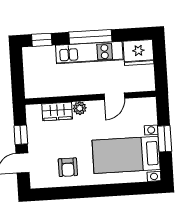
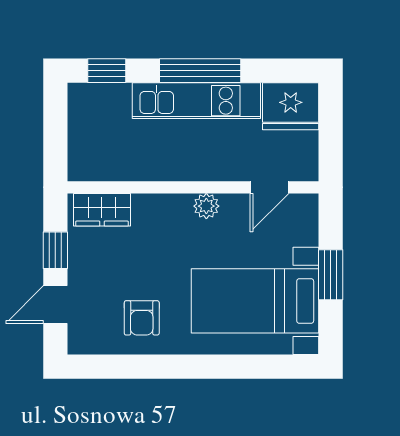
door: (114, 96) -> (270, 187), moved
plant: (80, 108) -> (206, 206), moved
wardrobe: (57, 111) -> (102, 210), moved

